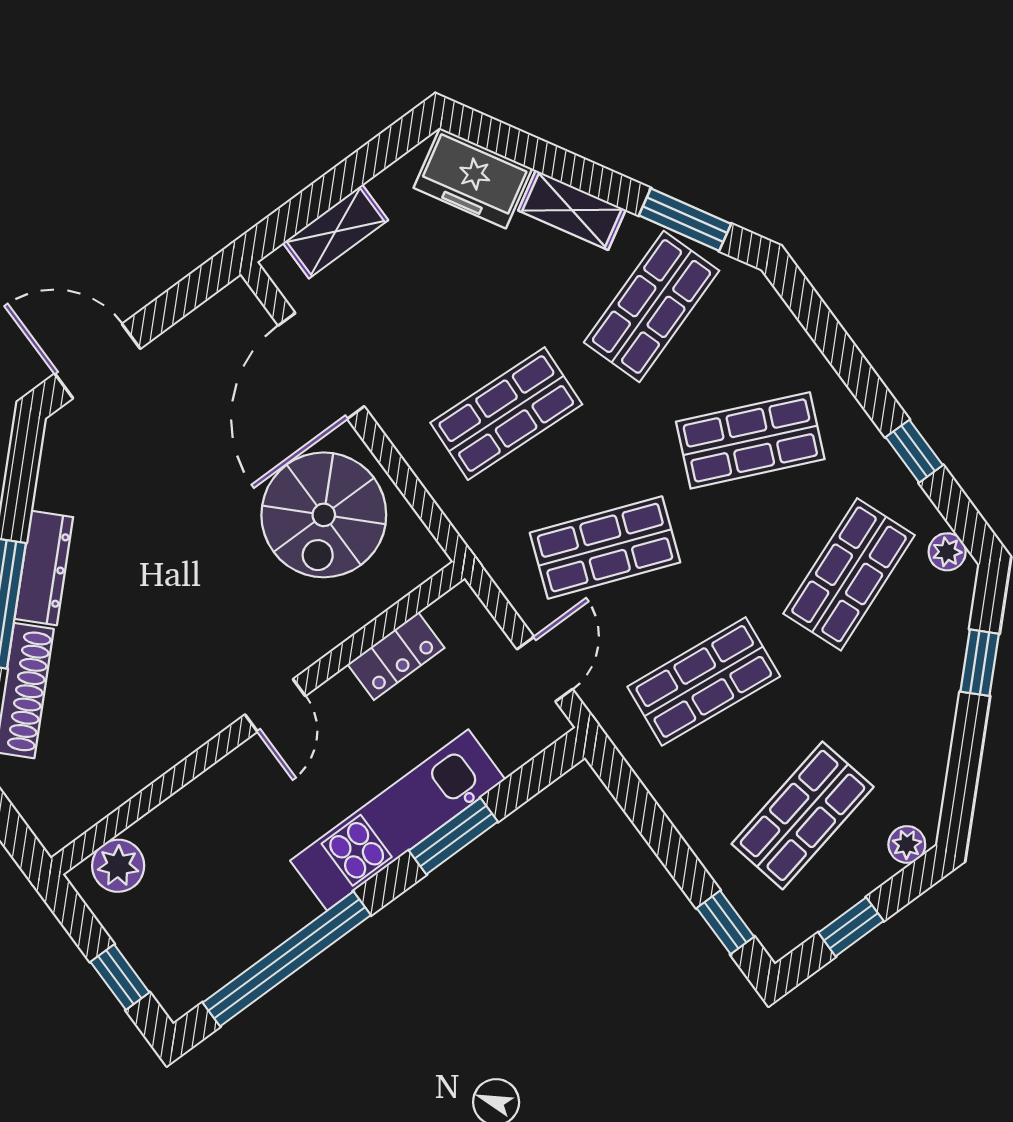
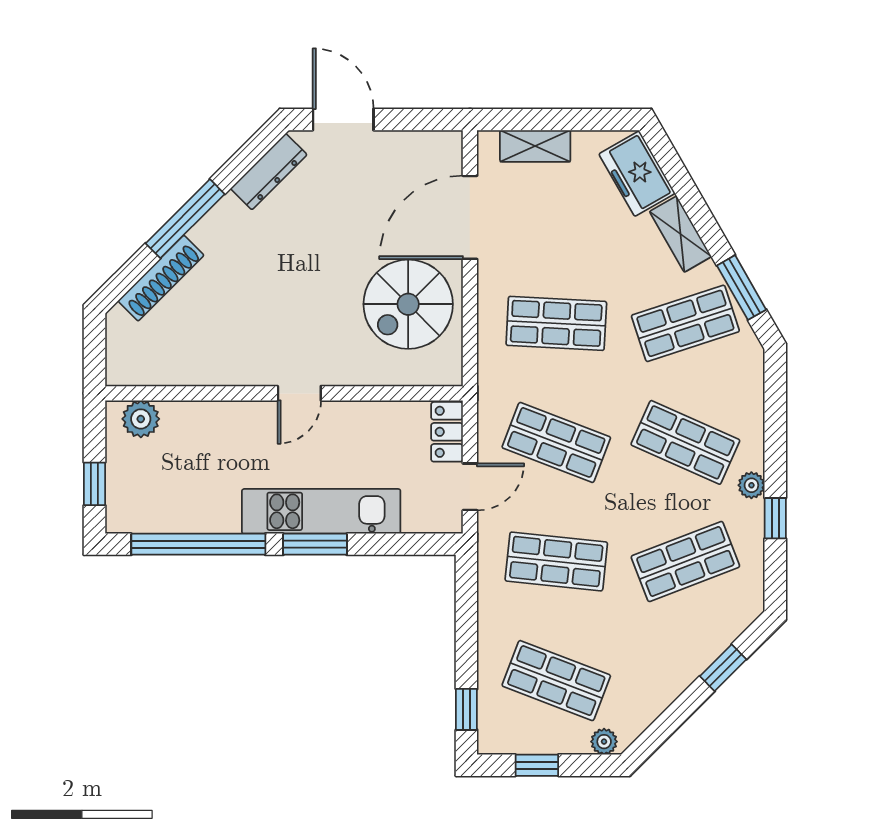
plant: (947, 552) -> (751, 485), moved
dresser: (44, 568) -> (269, 172), moved
locker: (396, 656) -> (447, 432), moved, turned 90
shop shelf: (803, 815) -> (556, 681), turned 33
window: (453, 836) -> (315, 544), moved

